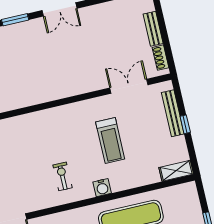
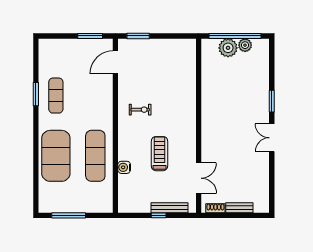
treadmill: (110, 141) -> (159, 154), turned 90
shelving: (176, 171) -> (124, 200), removed
water cooler: (102, 188) -> (124, 167), moved

